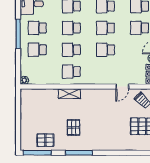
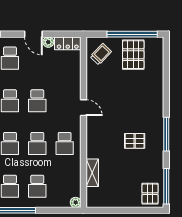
door: (122, 87) -> (83, 108), moved
shelving: (69, 94) -> (92, 173), moved
pallet: (45, 140) -> (150, 194), moved

